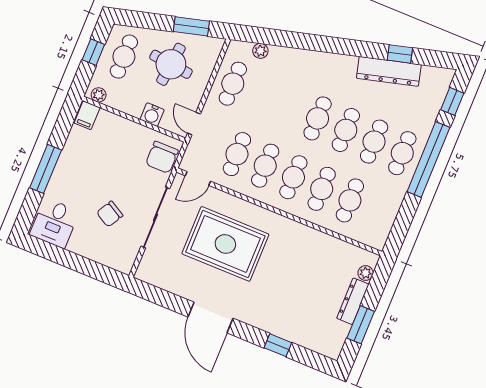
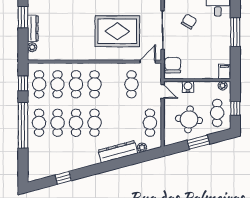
window: (191, 26) -> (198, 142), moved
dresser: (389, 71) -> (118, 152), moved
window: (452, 101) -> (23, 83), moved
cafe table: (265, 166) -> (39, 84), moved

